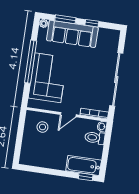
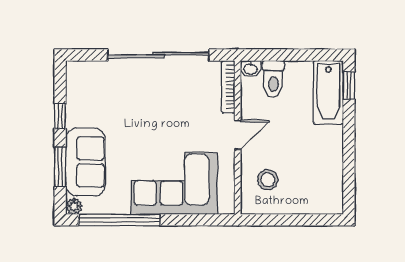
sofa: (72, 34) -> (85, 162), width x0.73
window: (31, 62) -> (119, 220), moved
door: (68, 115) -> (238, 135), hinge flipped

